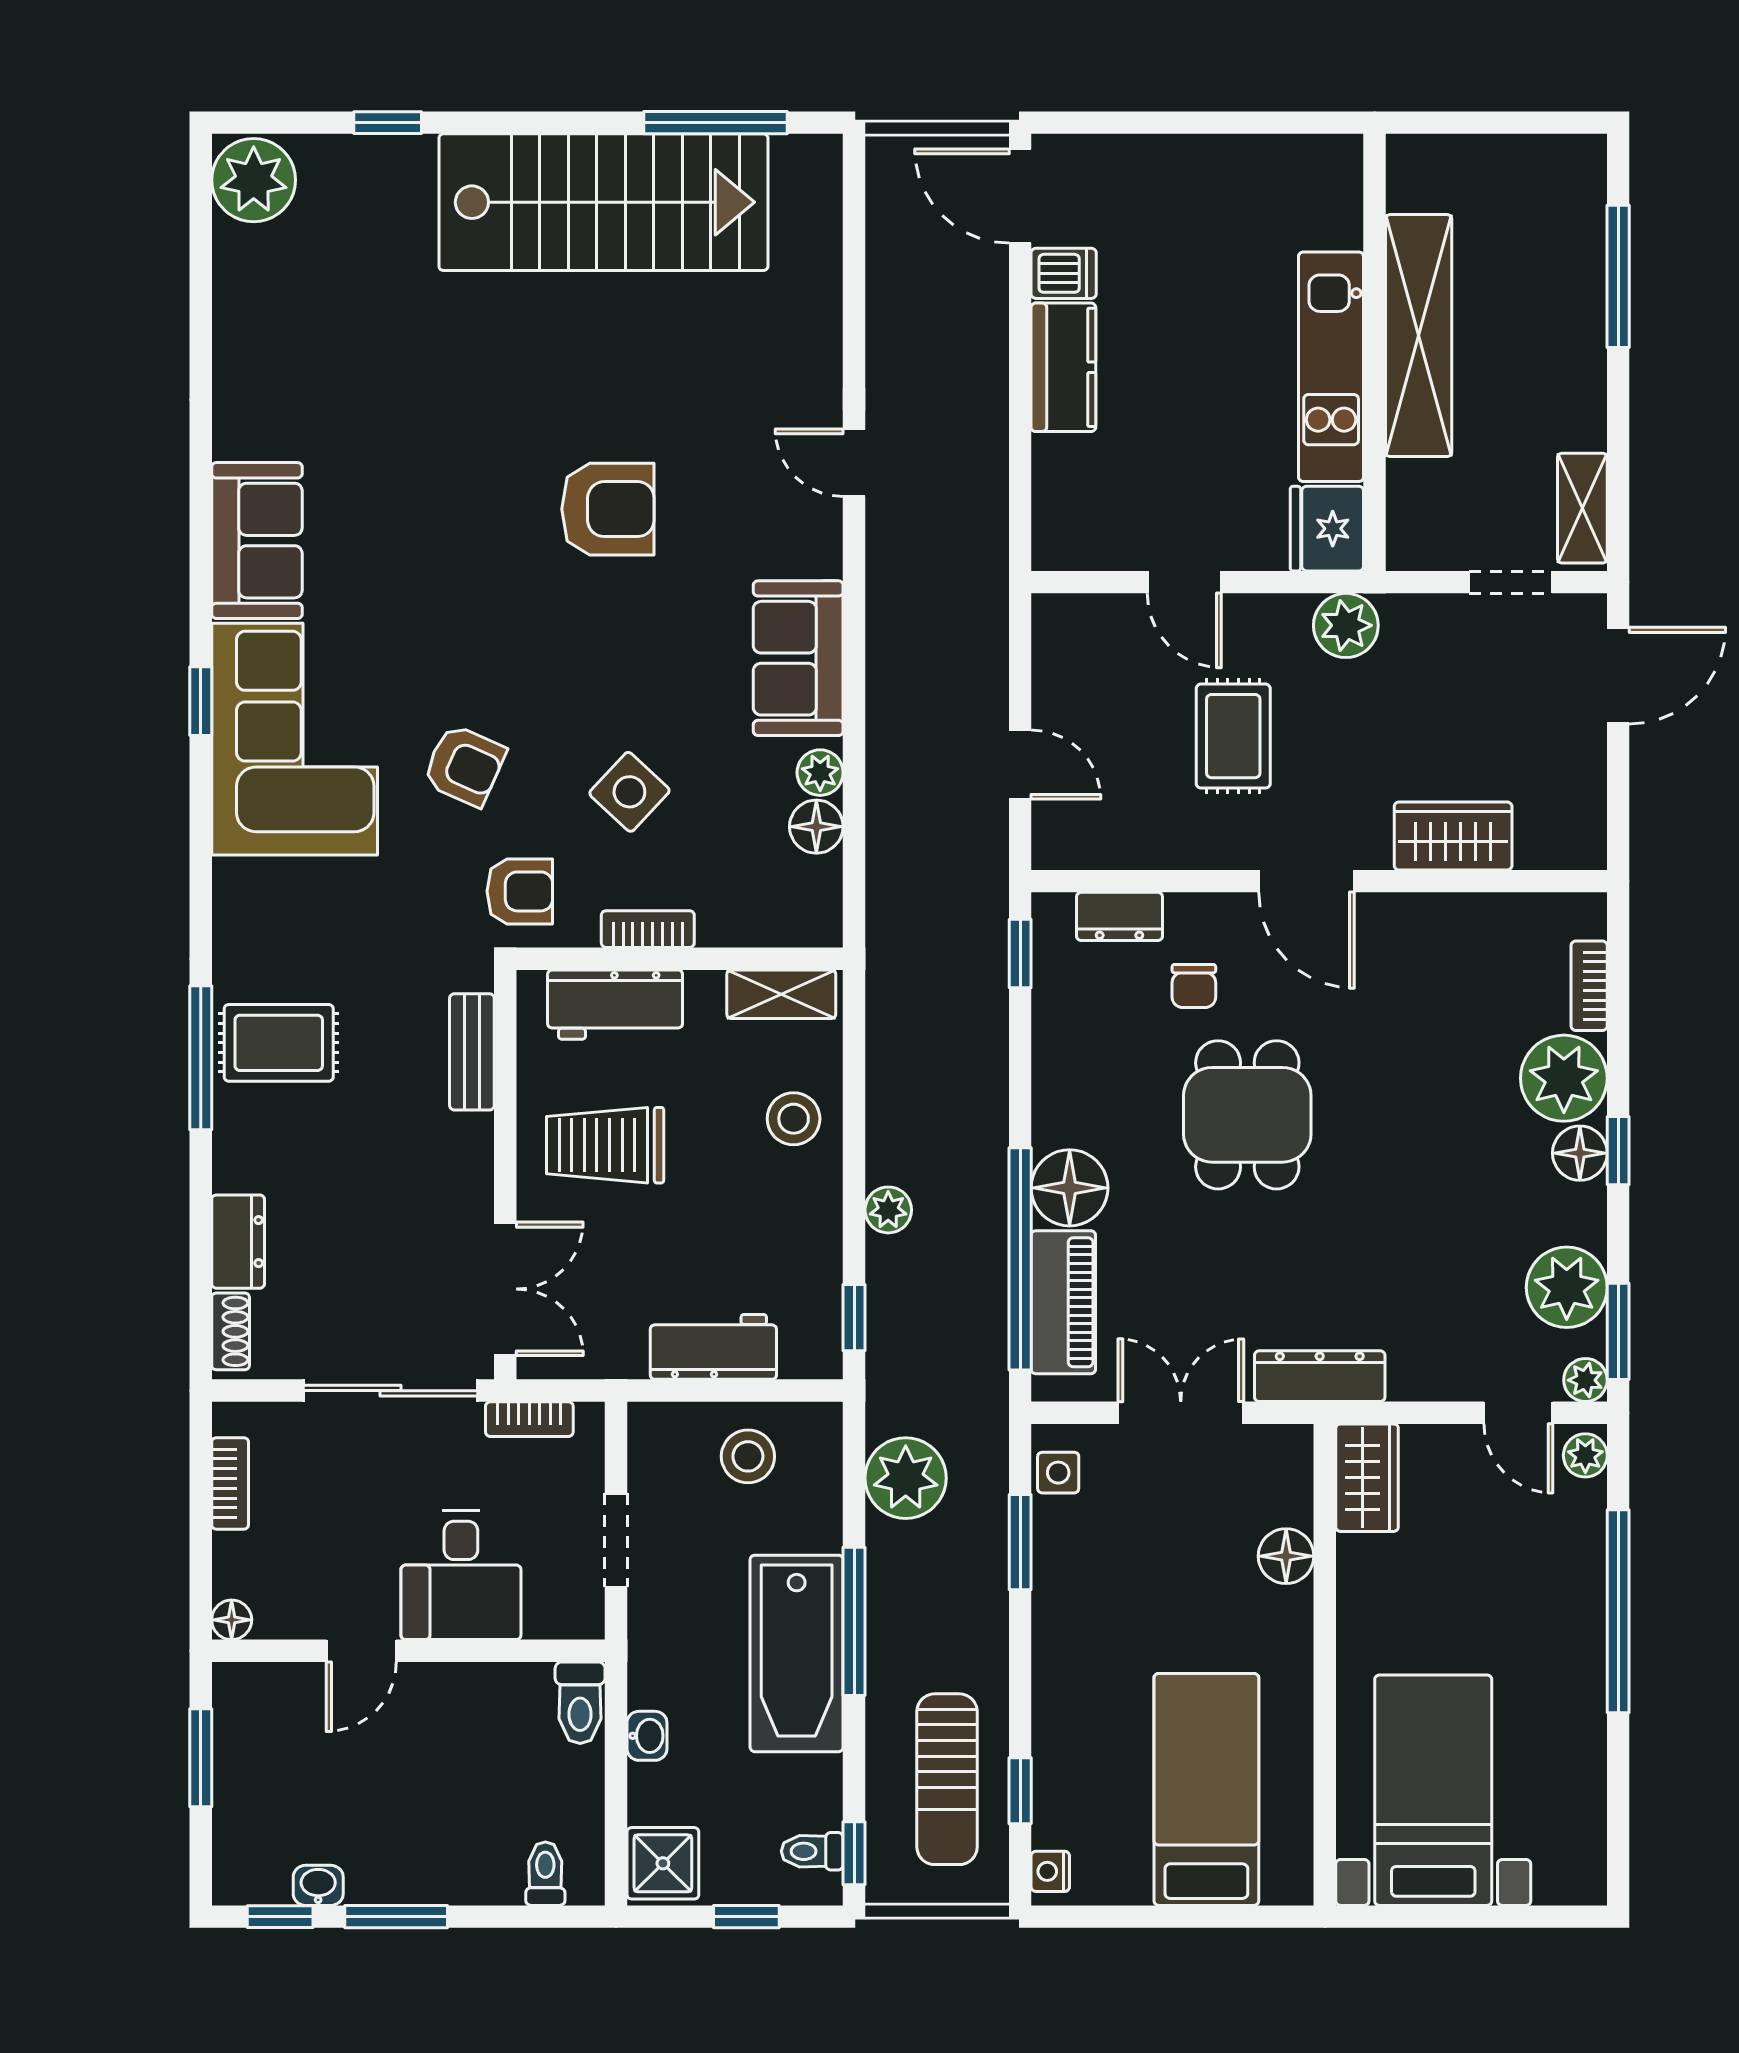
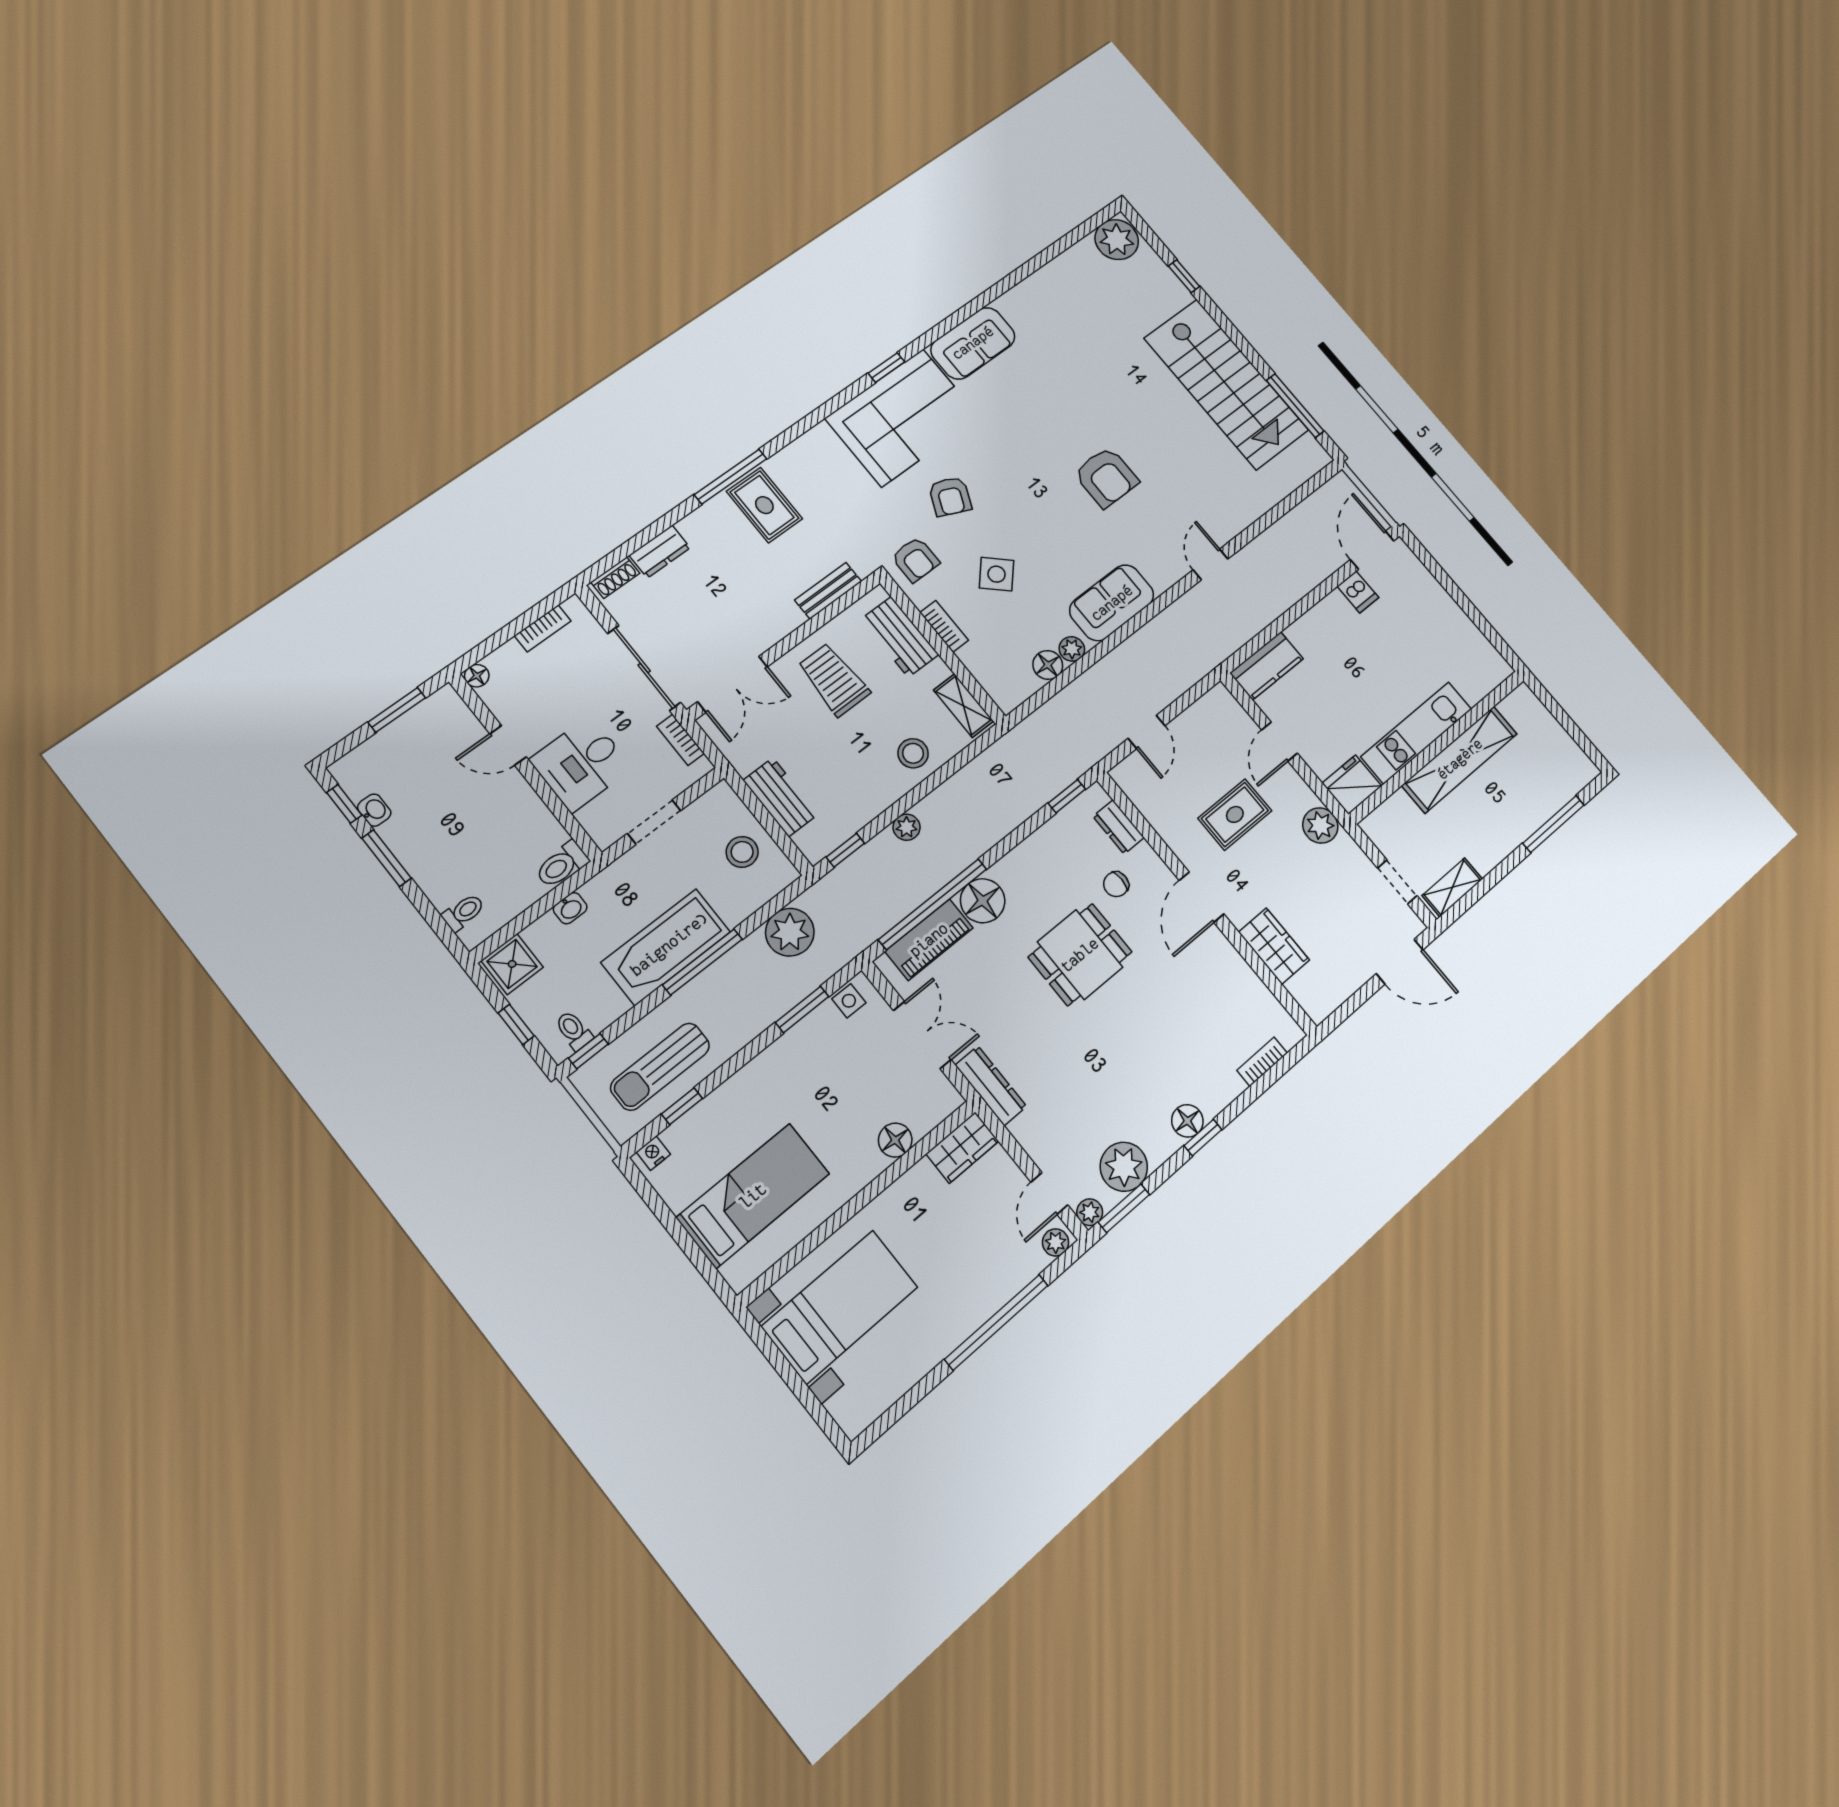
kitchen counter: (1063, 367) -> (1267, 666), moved
plant: (1564, 1078) -> (1214, 1085), removed

